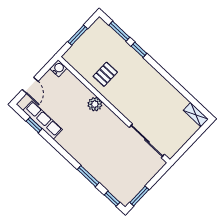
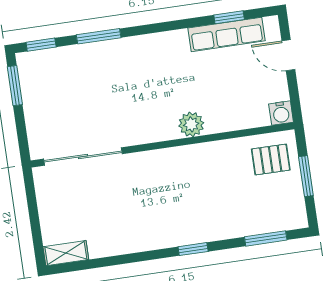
window: (139, 50) -> (193, 249), moved
pallet: (105, 74) -> (271, 160), moved, turned 90

